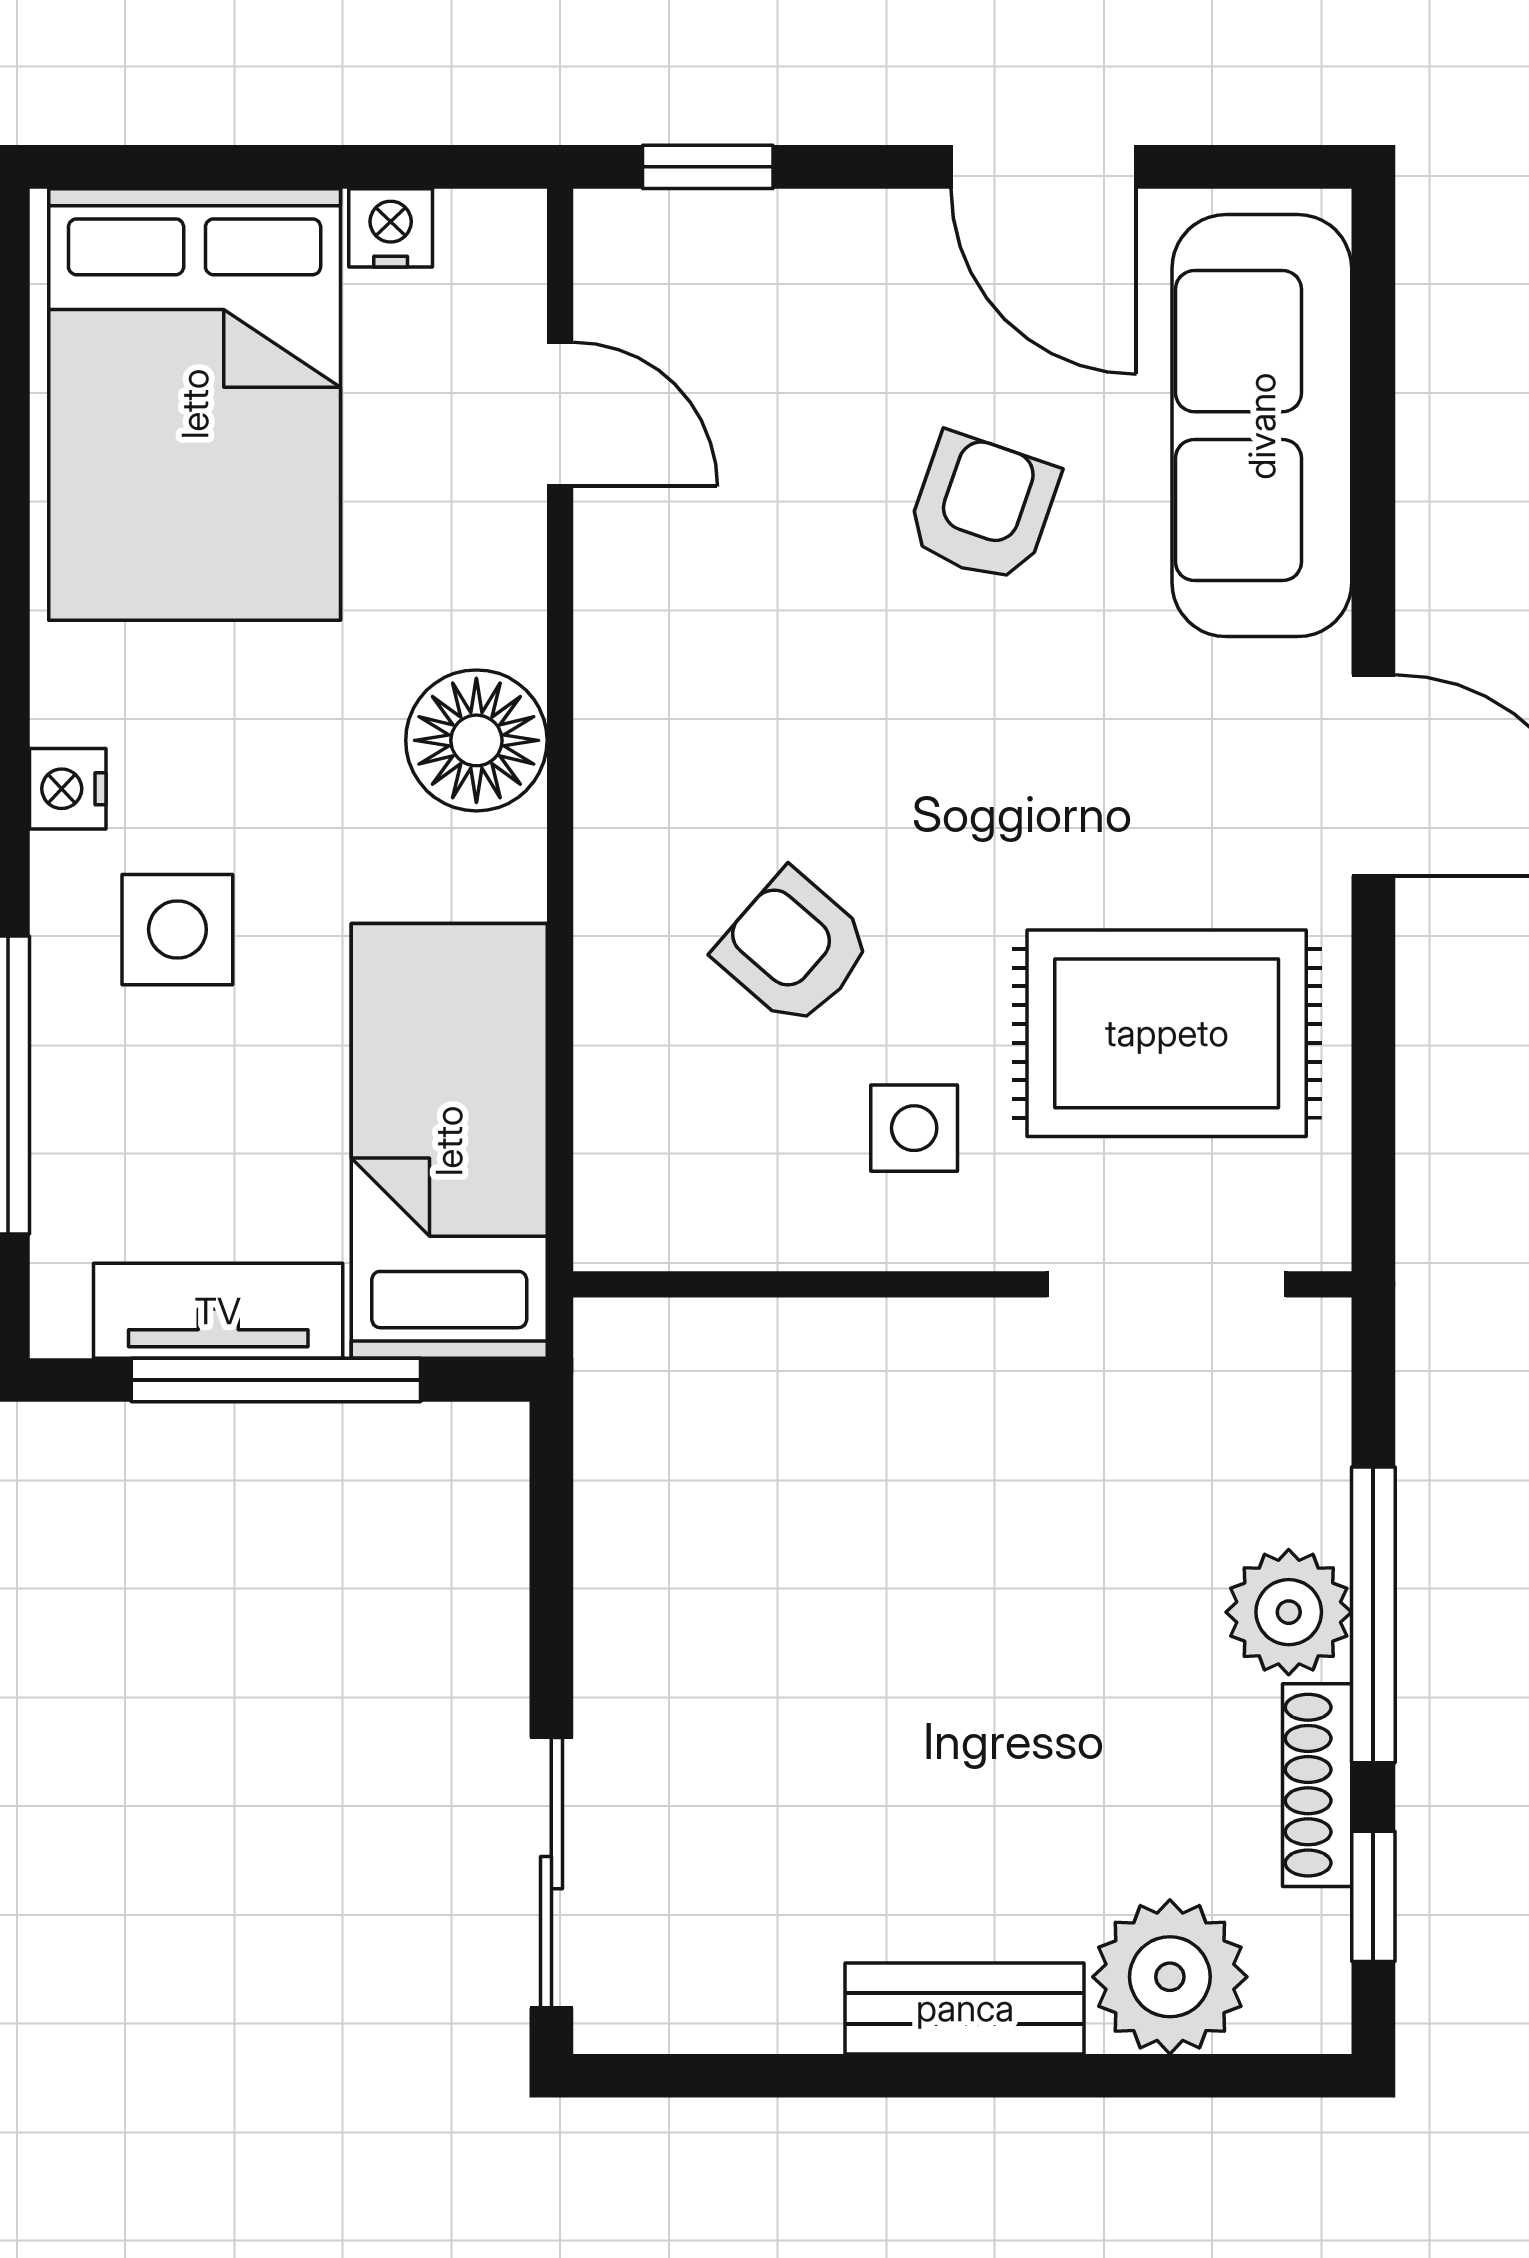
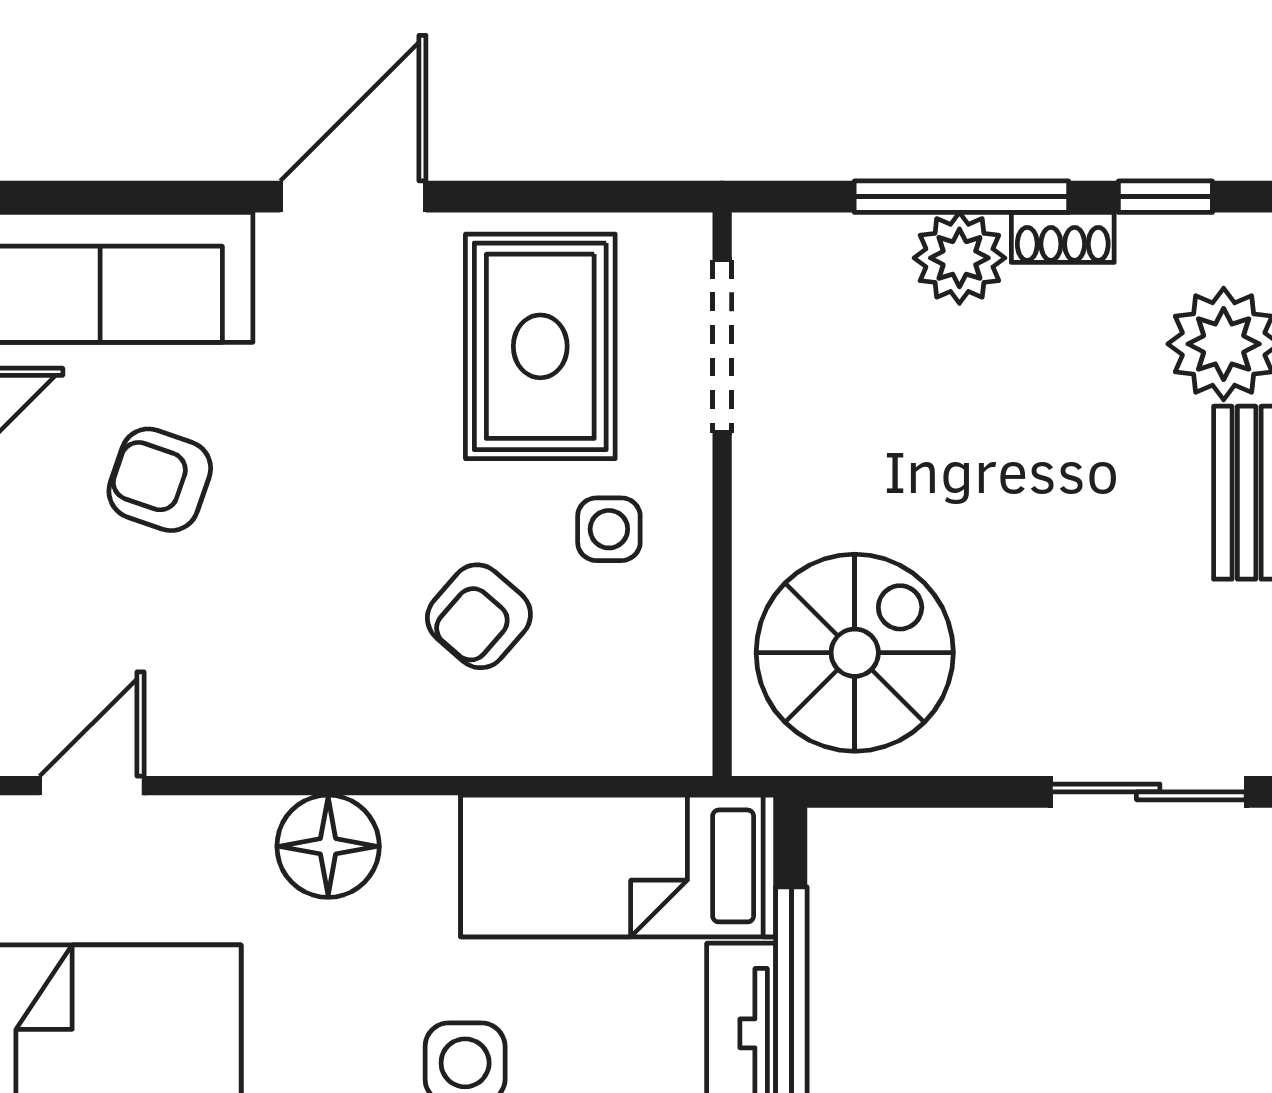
spiral stairs: (744, 1467) -> (855, 653), added
shoe rack: (1317, 1785) -> (1063, 237), width x0.70

